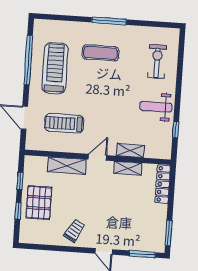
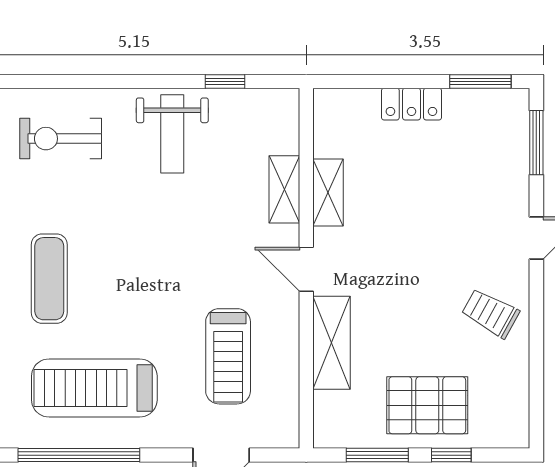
window: (20, 181) -> (377, 455), width x1.50
locker: (163, 184) -> (411, 104), moved, width x0.66

